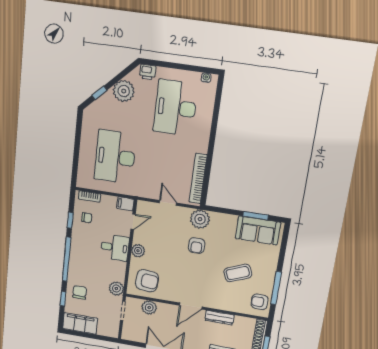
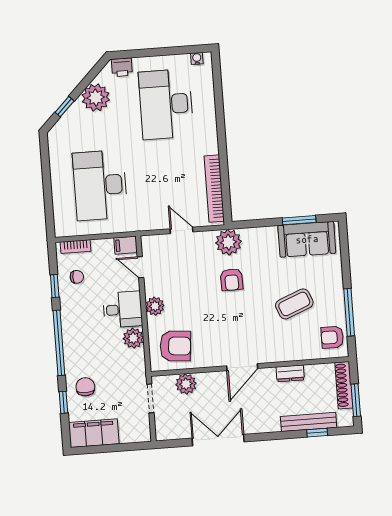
door: (133, 222) -> (141, 267), swing flipped
plant: (116, 288) -> (133, 338), moved
dresser: (219, 318) -> (290, 373), width x0.70

